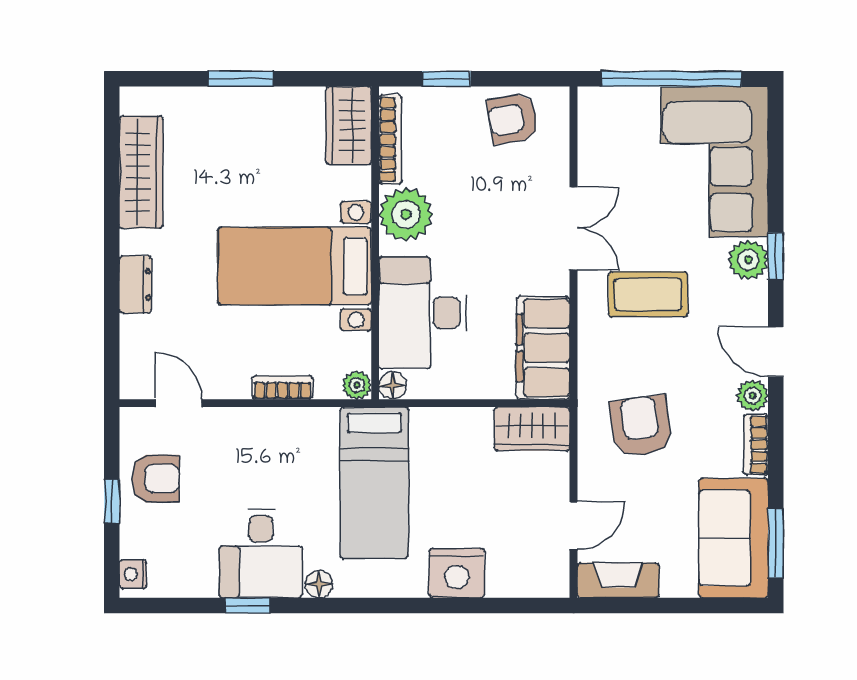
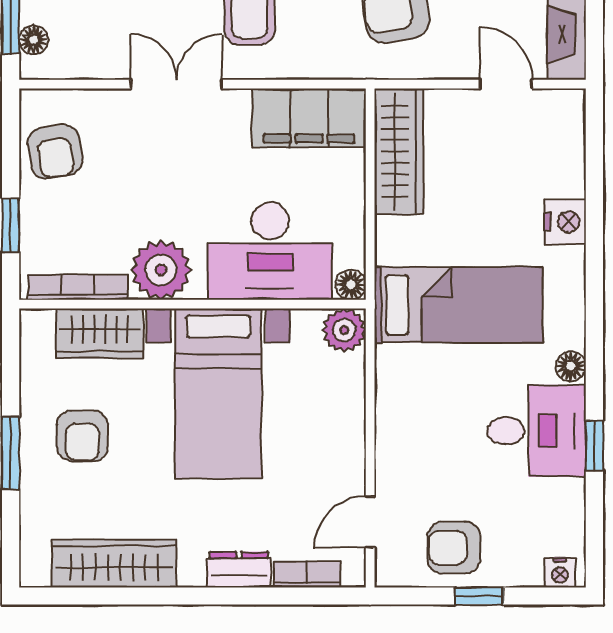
floor lamp: (613, 100) -> (34, 40), added
wardrobe: (349, 125) -> (100, 333), moved
armchair: (256, 144) -> (82, 436), added
plant: (357, 385) -> (344, 330), width x1.38, depth x1.38
bookcase: (283, 387) -> (307, 574), moved, turned 90
wardrobe: (532, 429) -> (399, 151), width x1.50
armchair: (155, 479) -> (454, 548), turned -90
nightstand: (457, 573) -> (565, 222), width x0.74, depth x0.75

